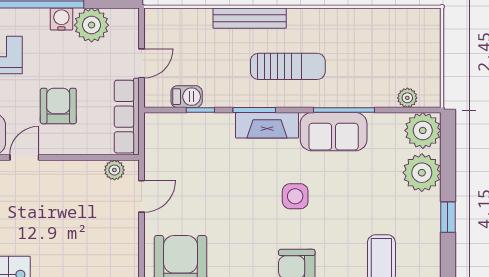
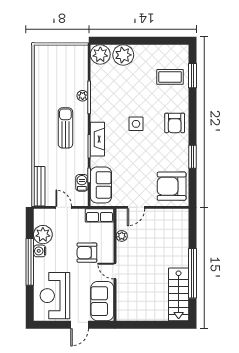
bench: (250, 18) -> (39, 186), moved
plant: (407, 98) -> (83, 96), moved
row of seats: (127, 117) -> (99, 215), width x0.68
sofa: (334, 132) -> (101, 185), moved
plant: (114, 170) -> (122, 236), moved
door: (142, 196) -> (136, 207), swing flipped
window: (448, 217) -> (147, 41), removed

